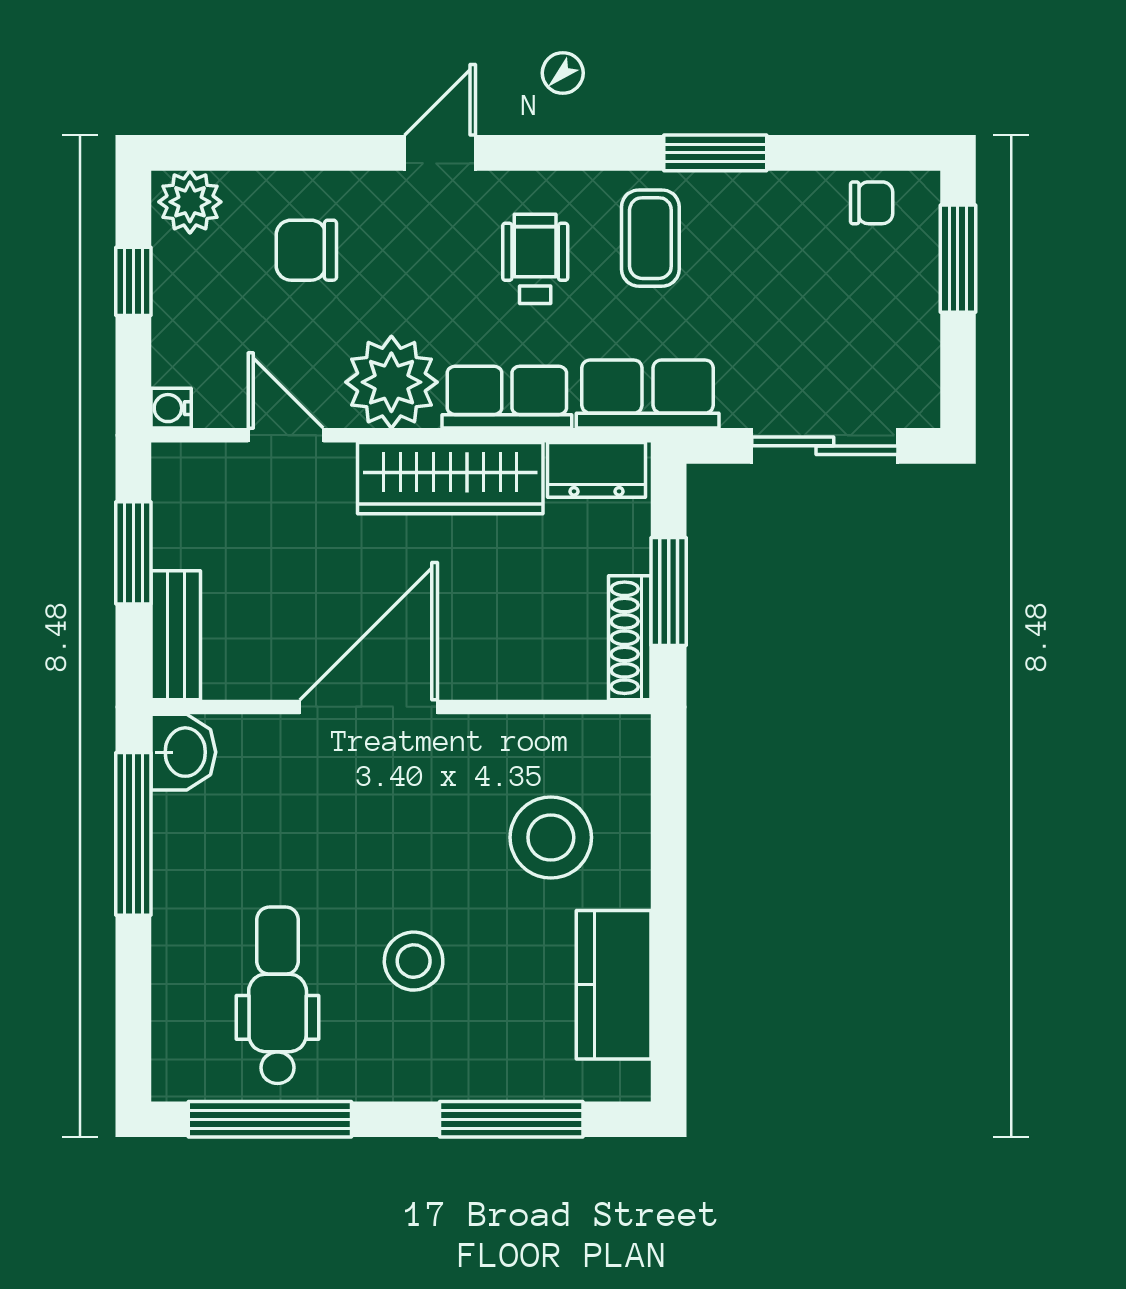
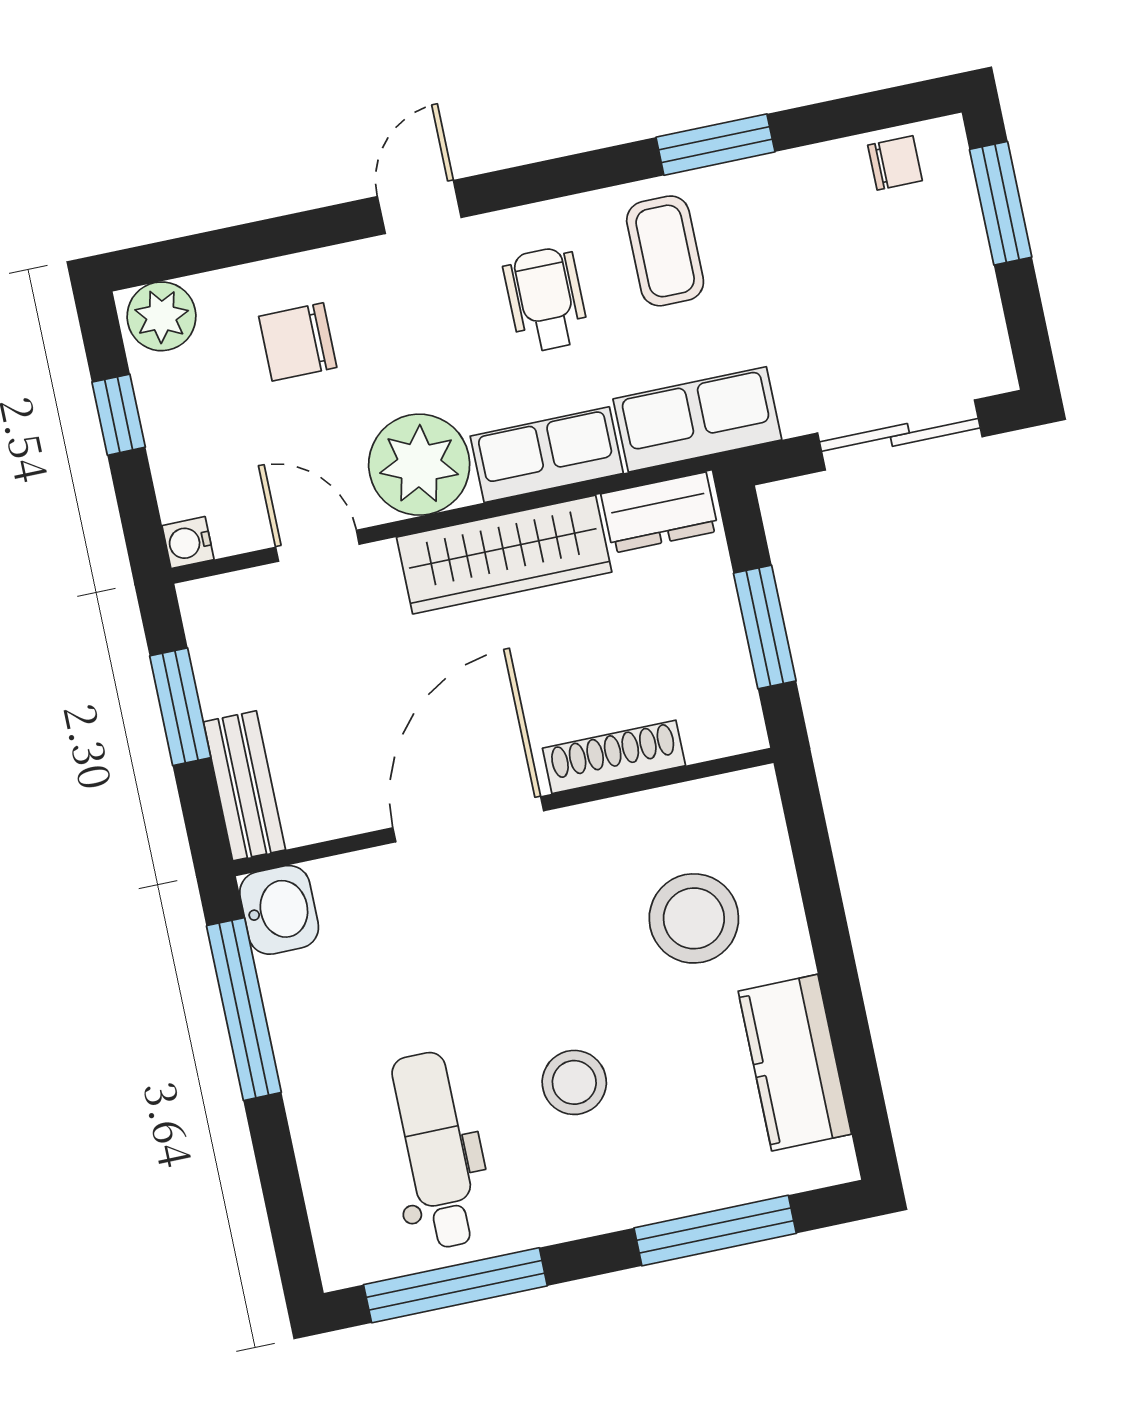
shoe rack: (630, 638) -> (614, 757), moved, turned 90

